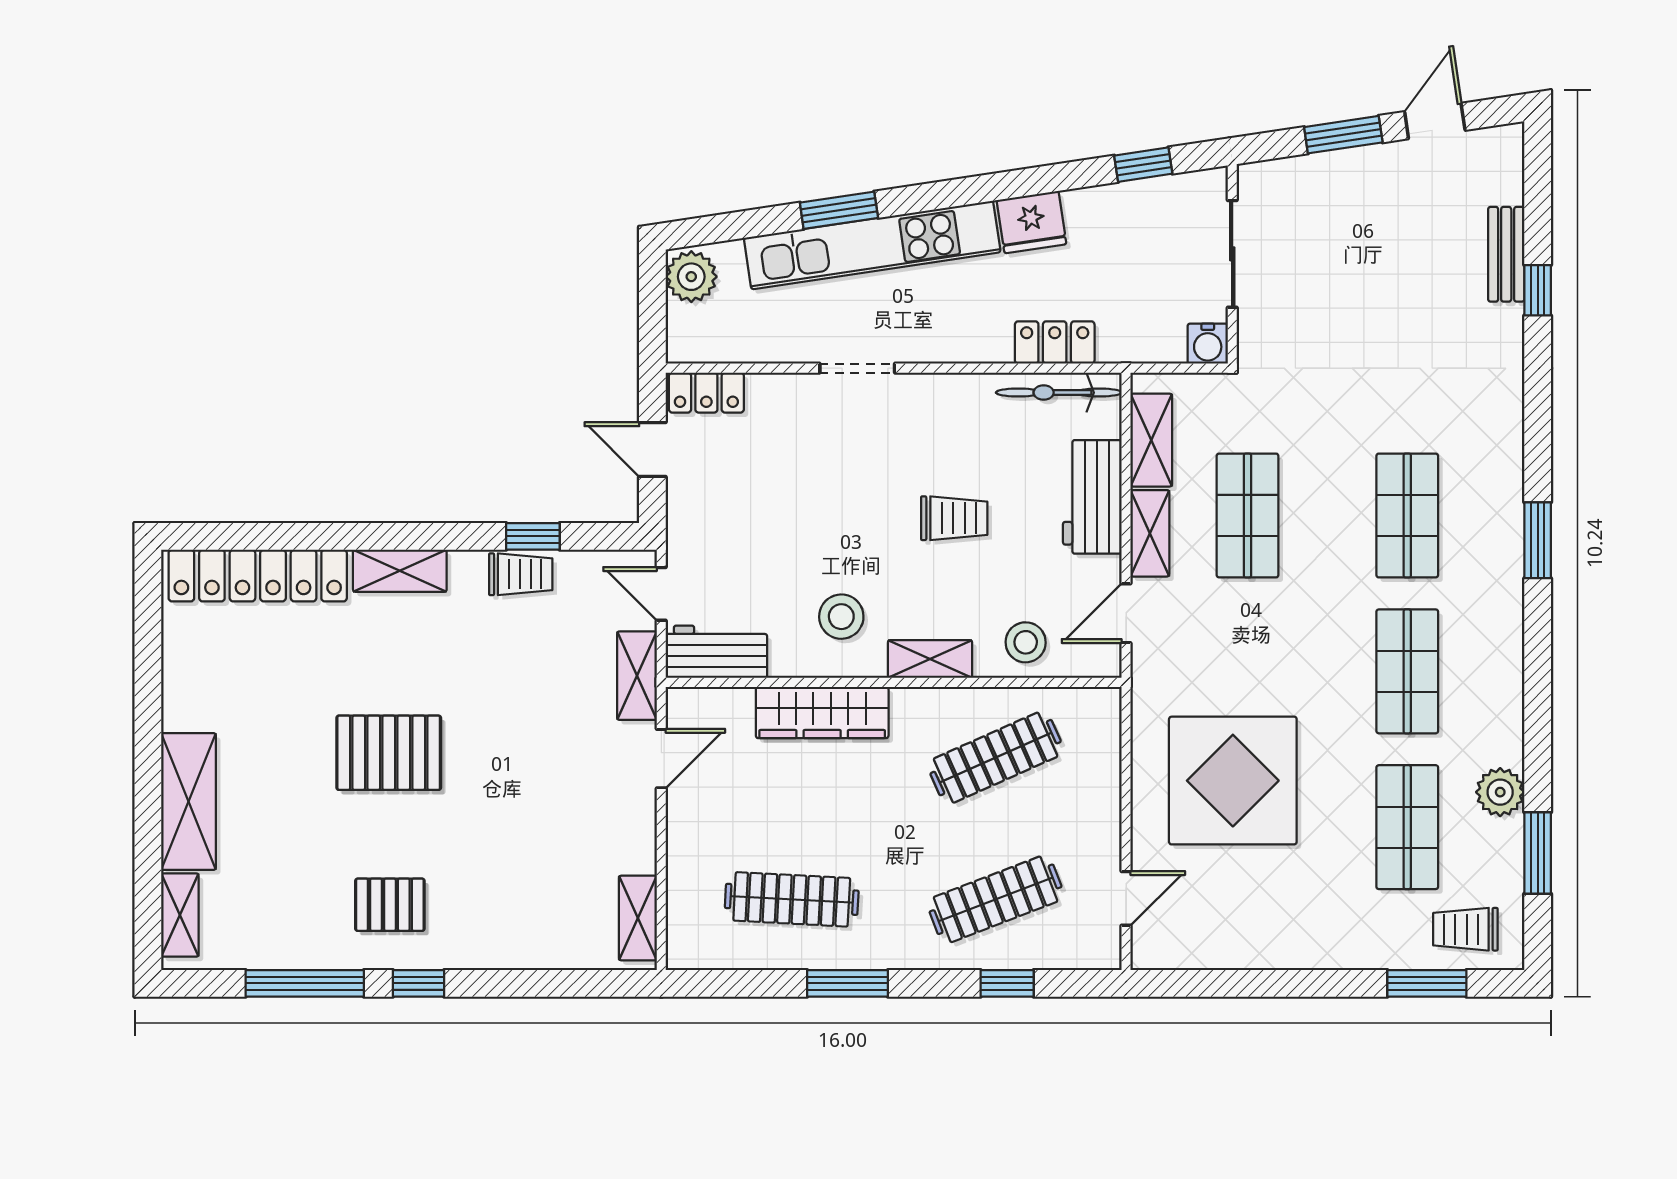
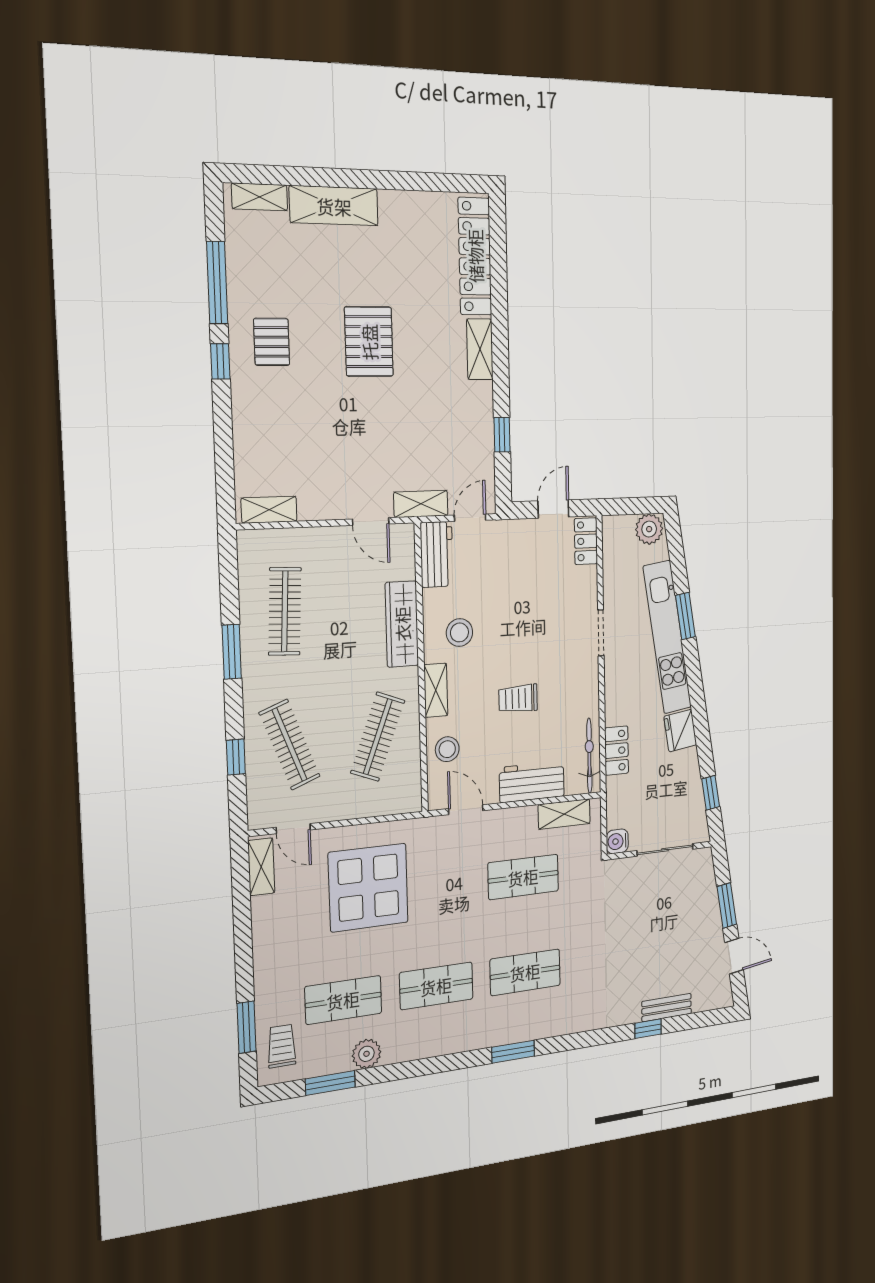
trolley: (954, 518) -> (518, 699), turned 90
shelving: (1150, 533) -> (261, 867), moved, turned 90
trolley: (521, 574) -> (480, 427), removed
clothes rail: (996, 758) -> (378, 737), turned 45

